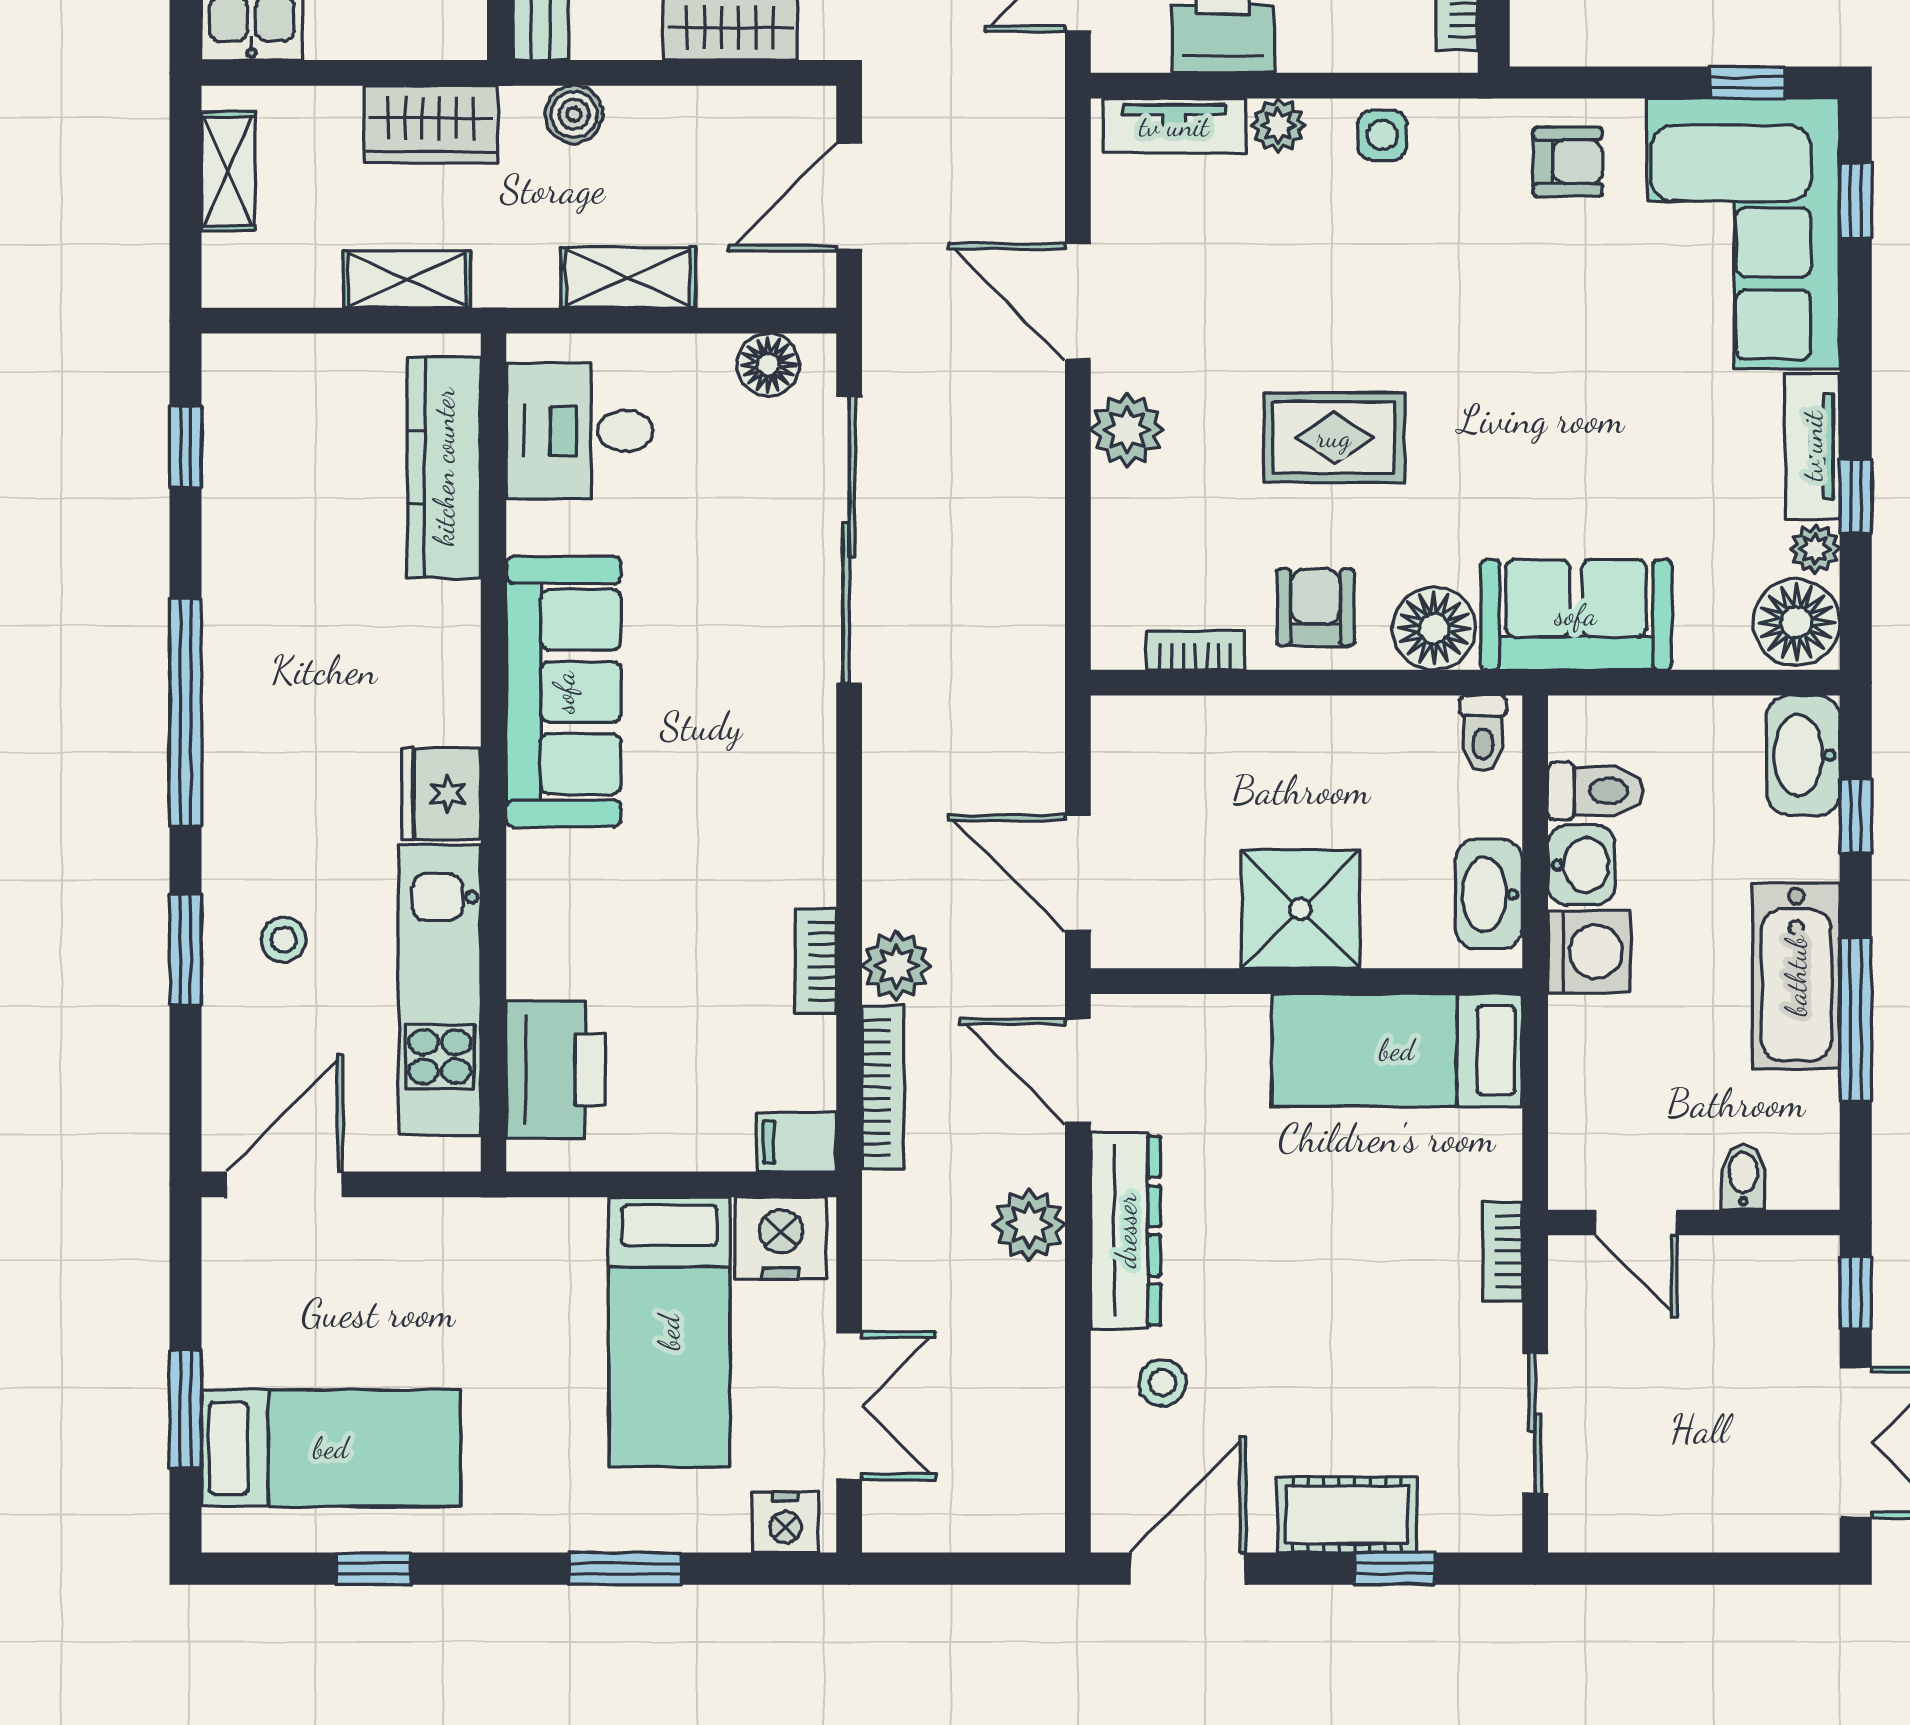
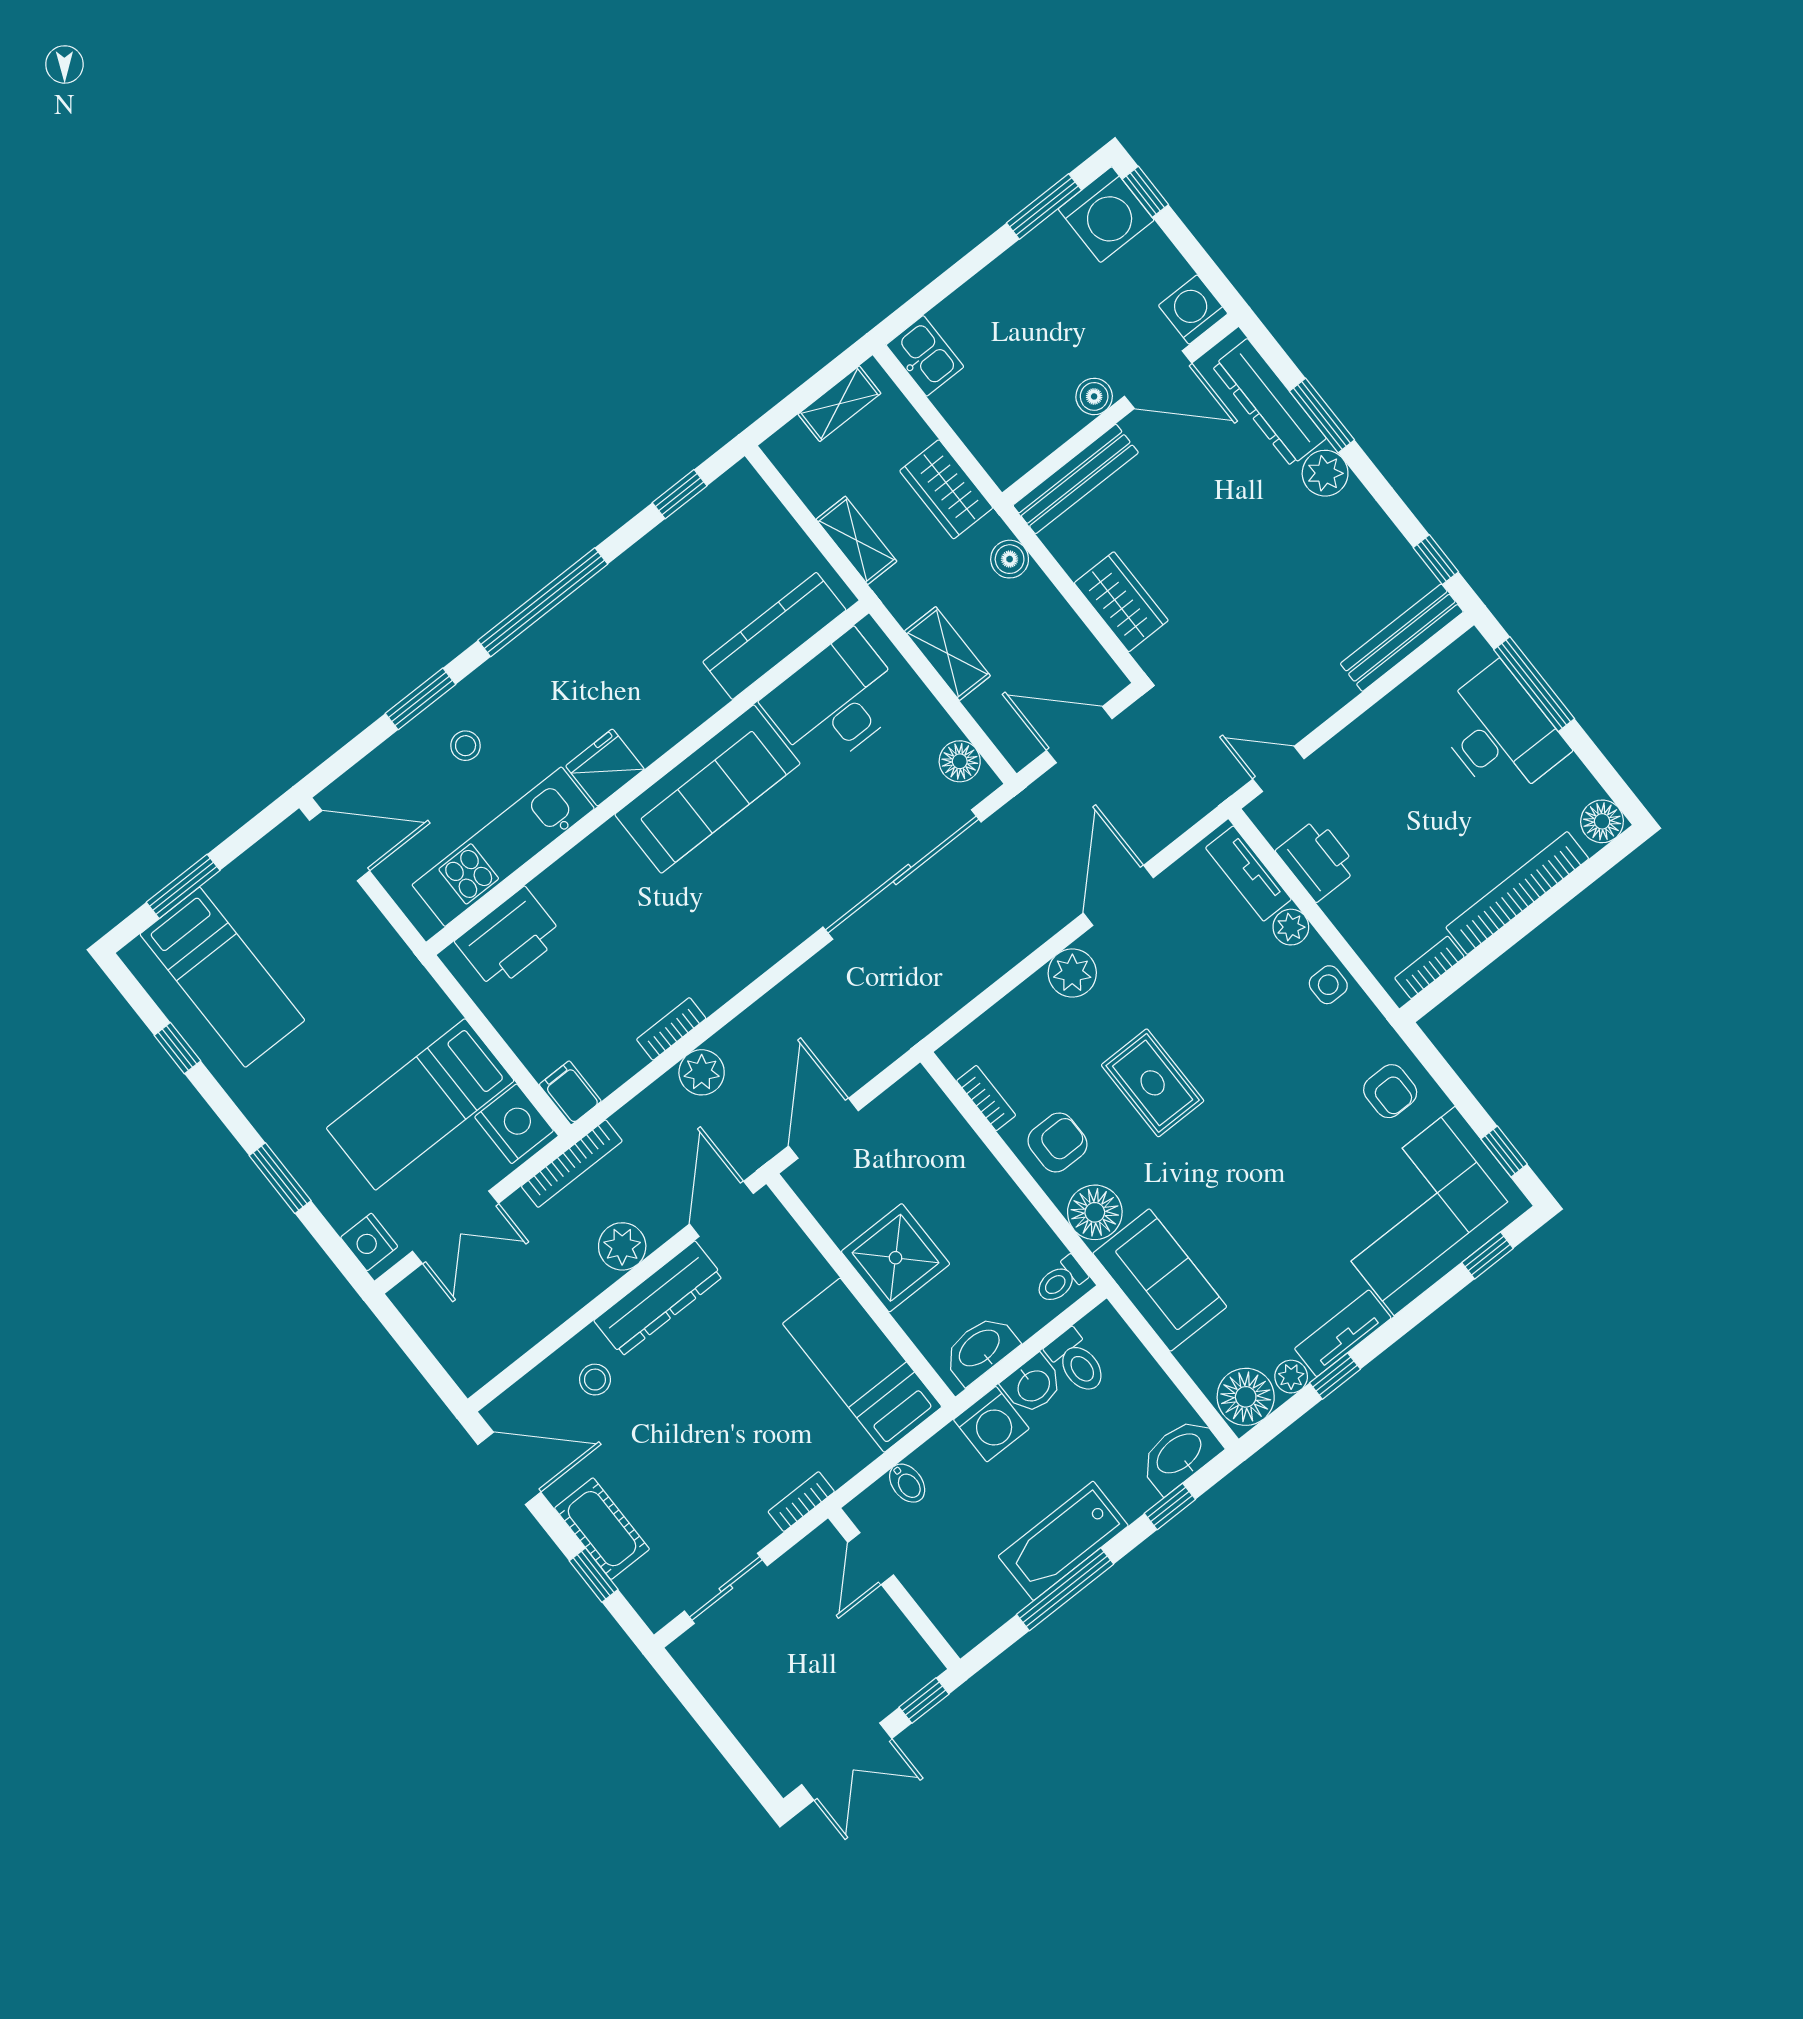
desk: (580, 431) -> (836, 701), width x1.37
bookcase: (883, 1087) -> (572, 1164), moved
bidet: (1743, 1177) -> (907, 1483), moved, turned 90

